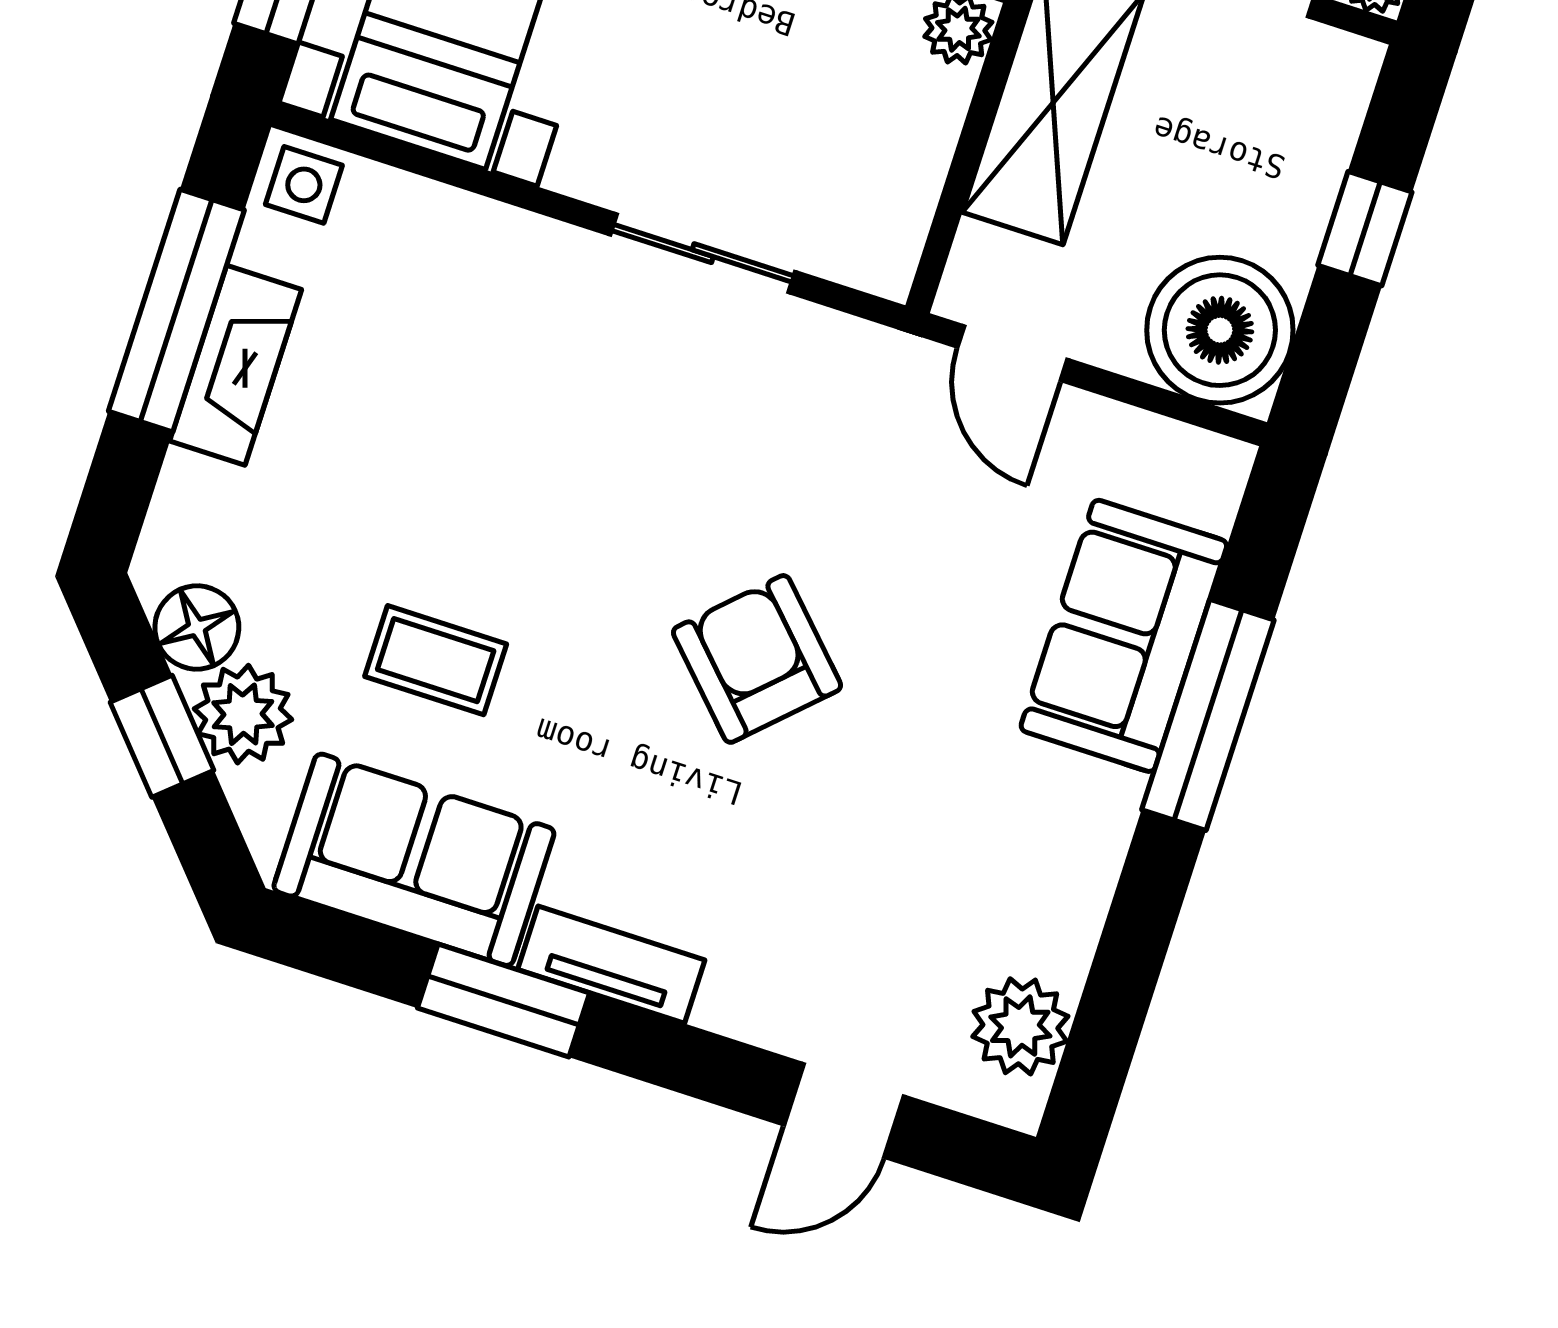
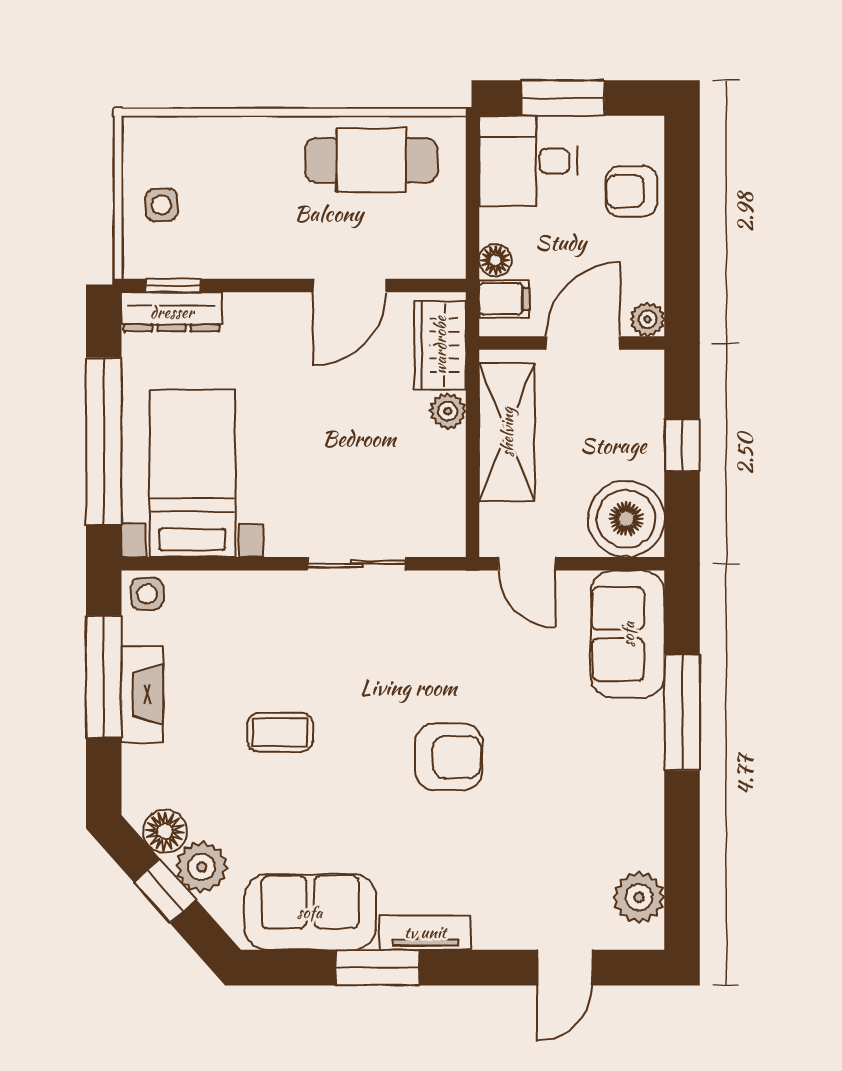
sofa: (1124, 636) -> (628, 634), moved
armchair: (757, 659) -> (449, 757), turned 134
coffee table: (436, 660) -> (280, 732), moved

